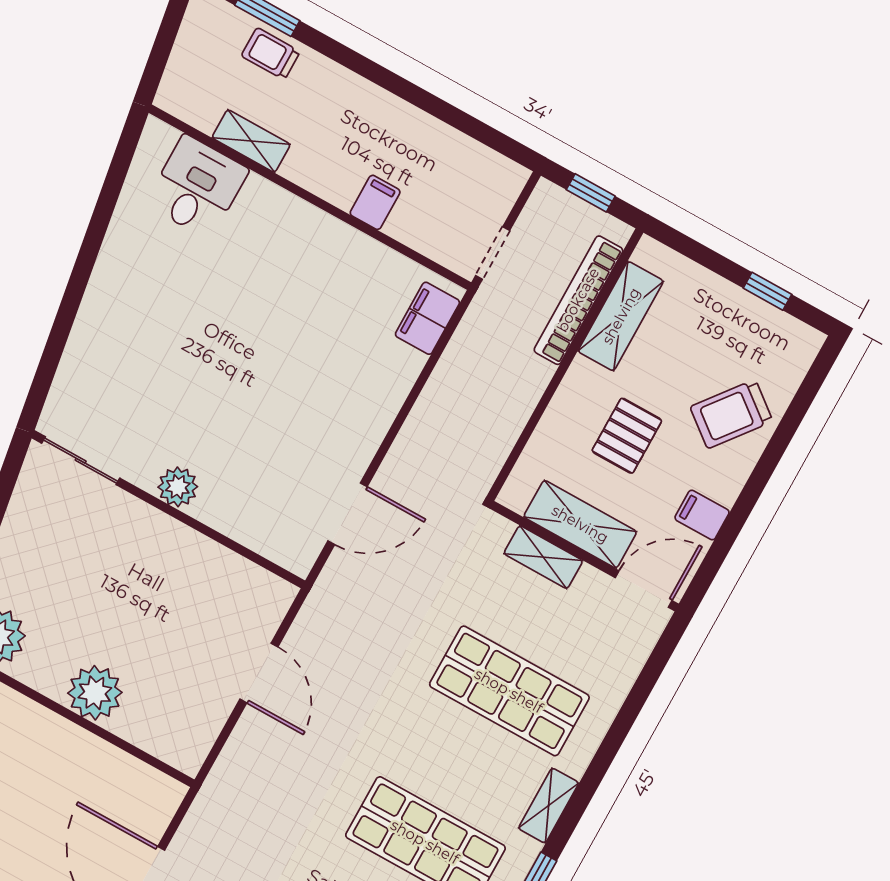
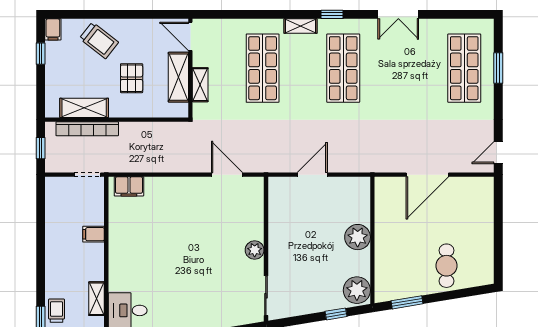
trolley: (271, 54) -> (57, 311), turned 180
pallet: (627, 436) -> (132, 78), turned 90
filing cabinet: (702, 515) -> (53, 29), moved

